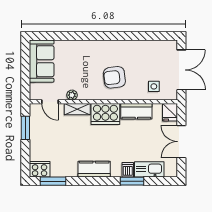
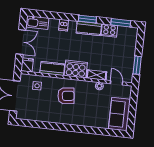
cooker: (40, 169) -> (109, 31), moved
kitchen sink: (149, 169) -> (37, 23), moved
window: (132, 181) -> (87, 19), moved

